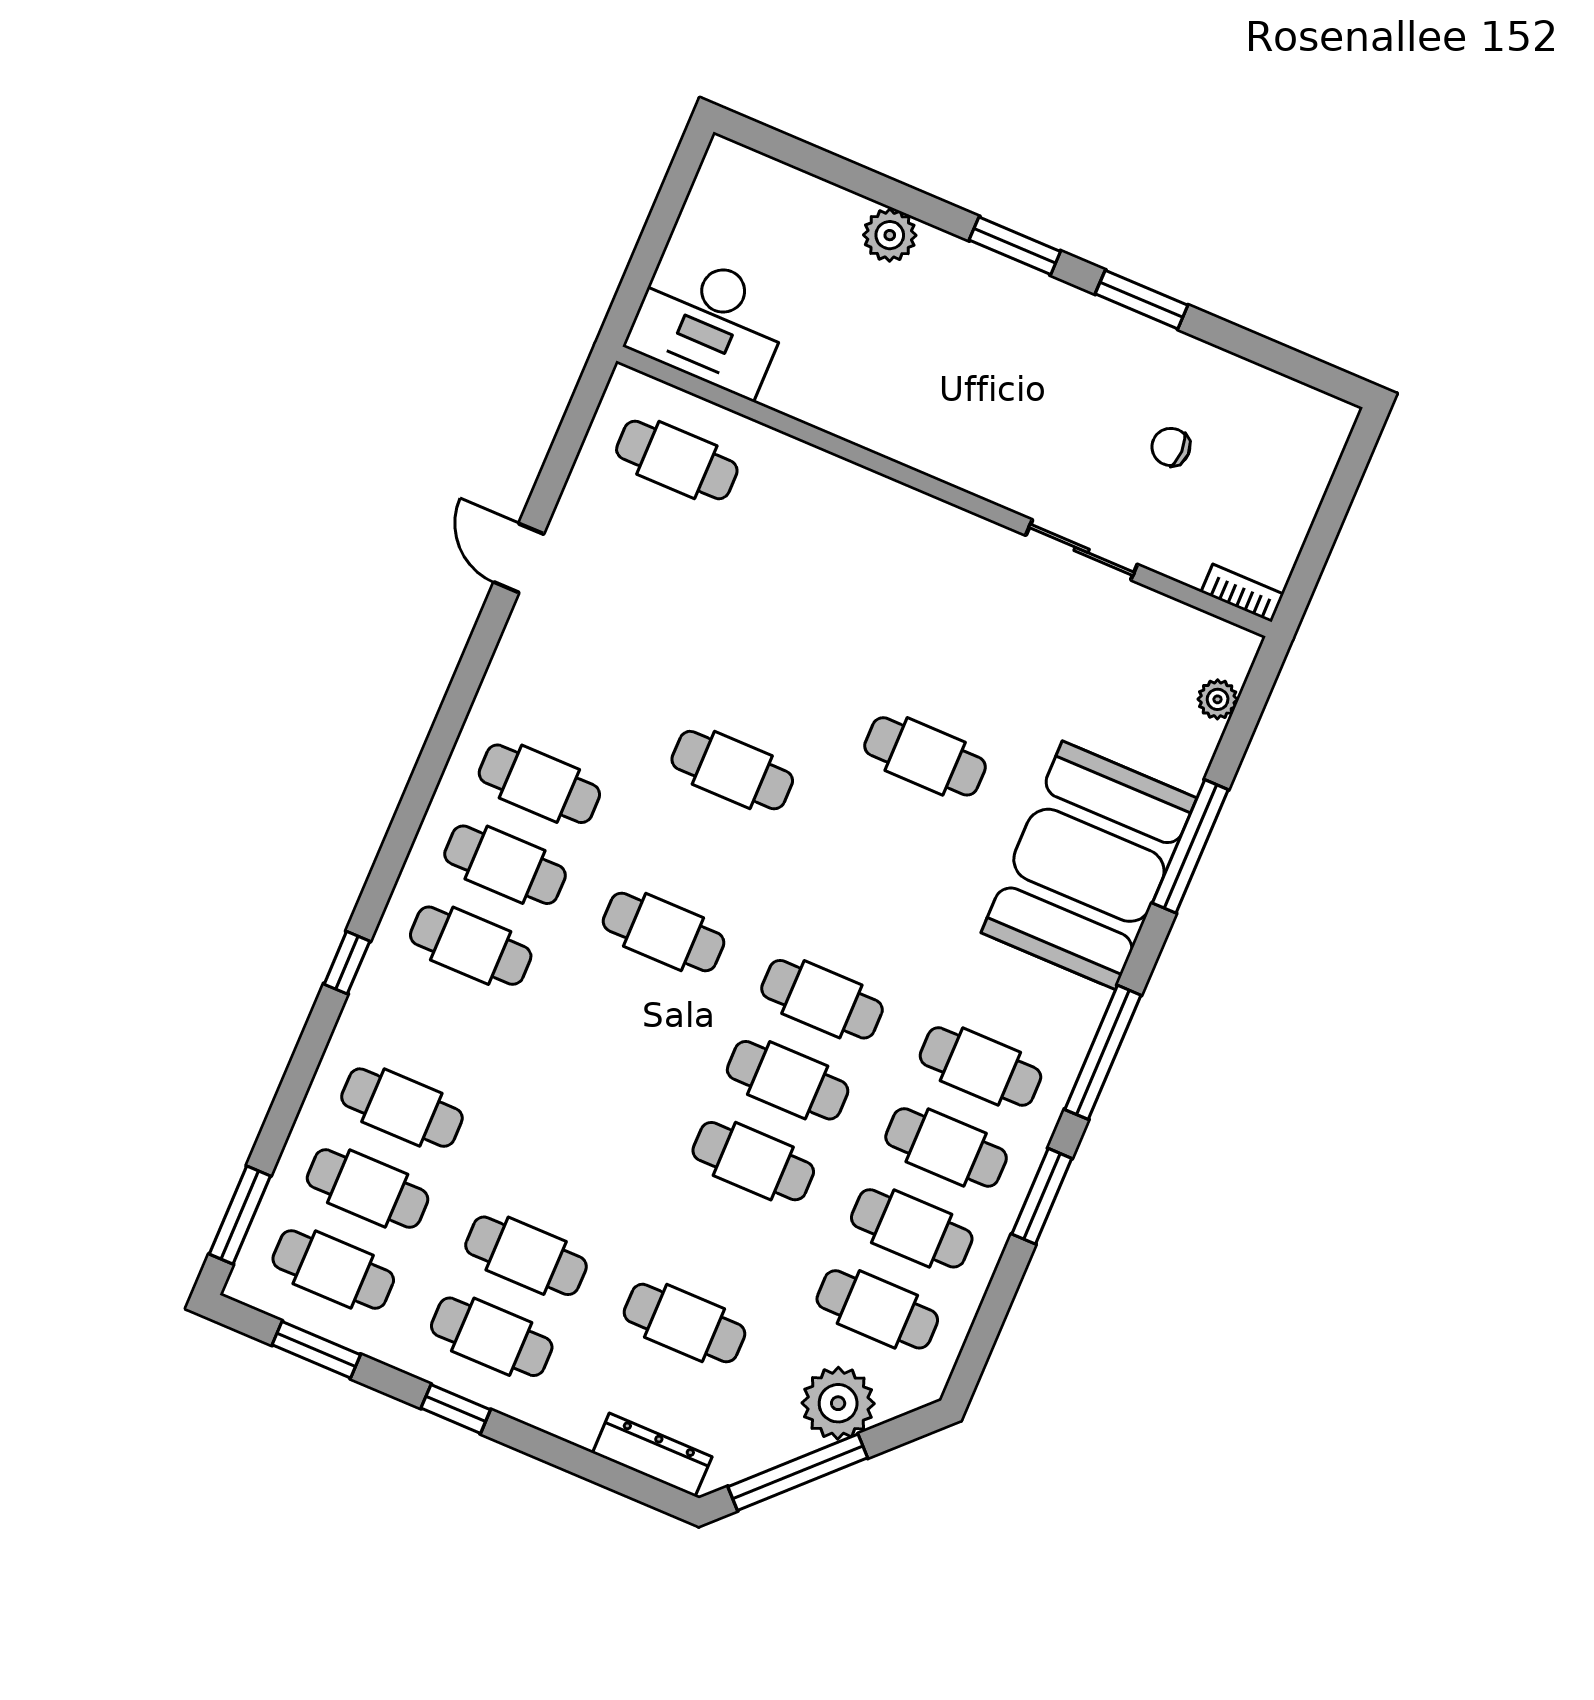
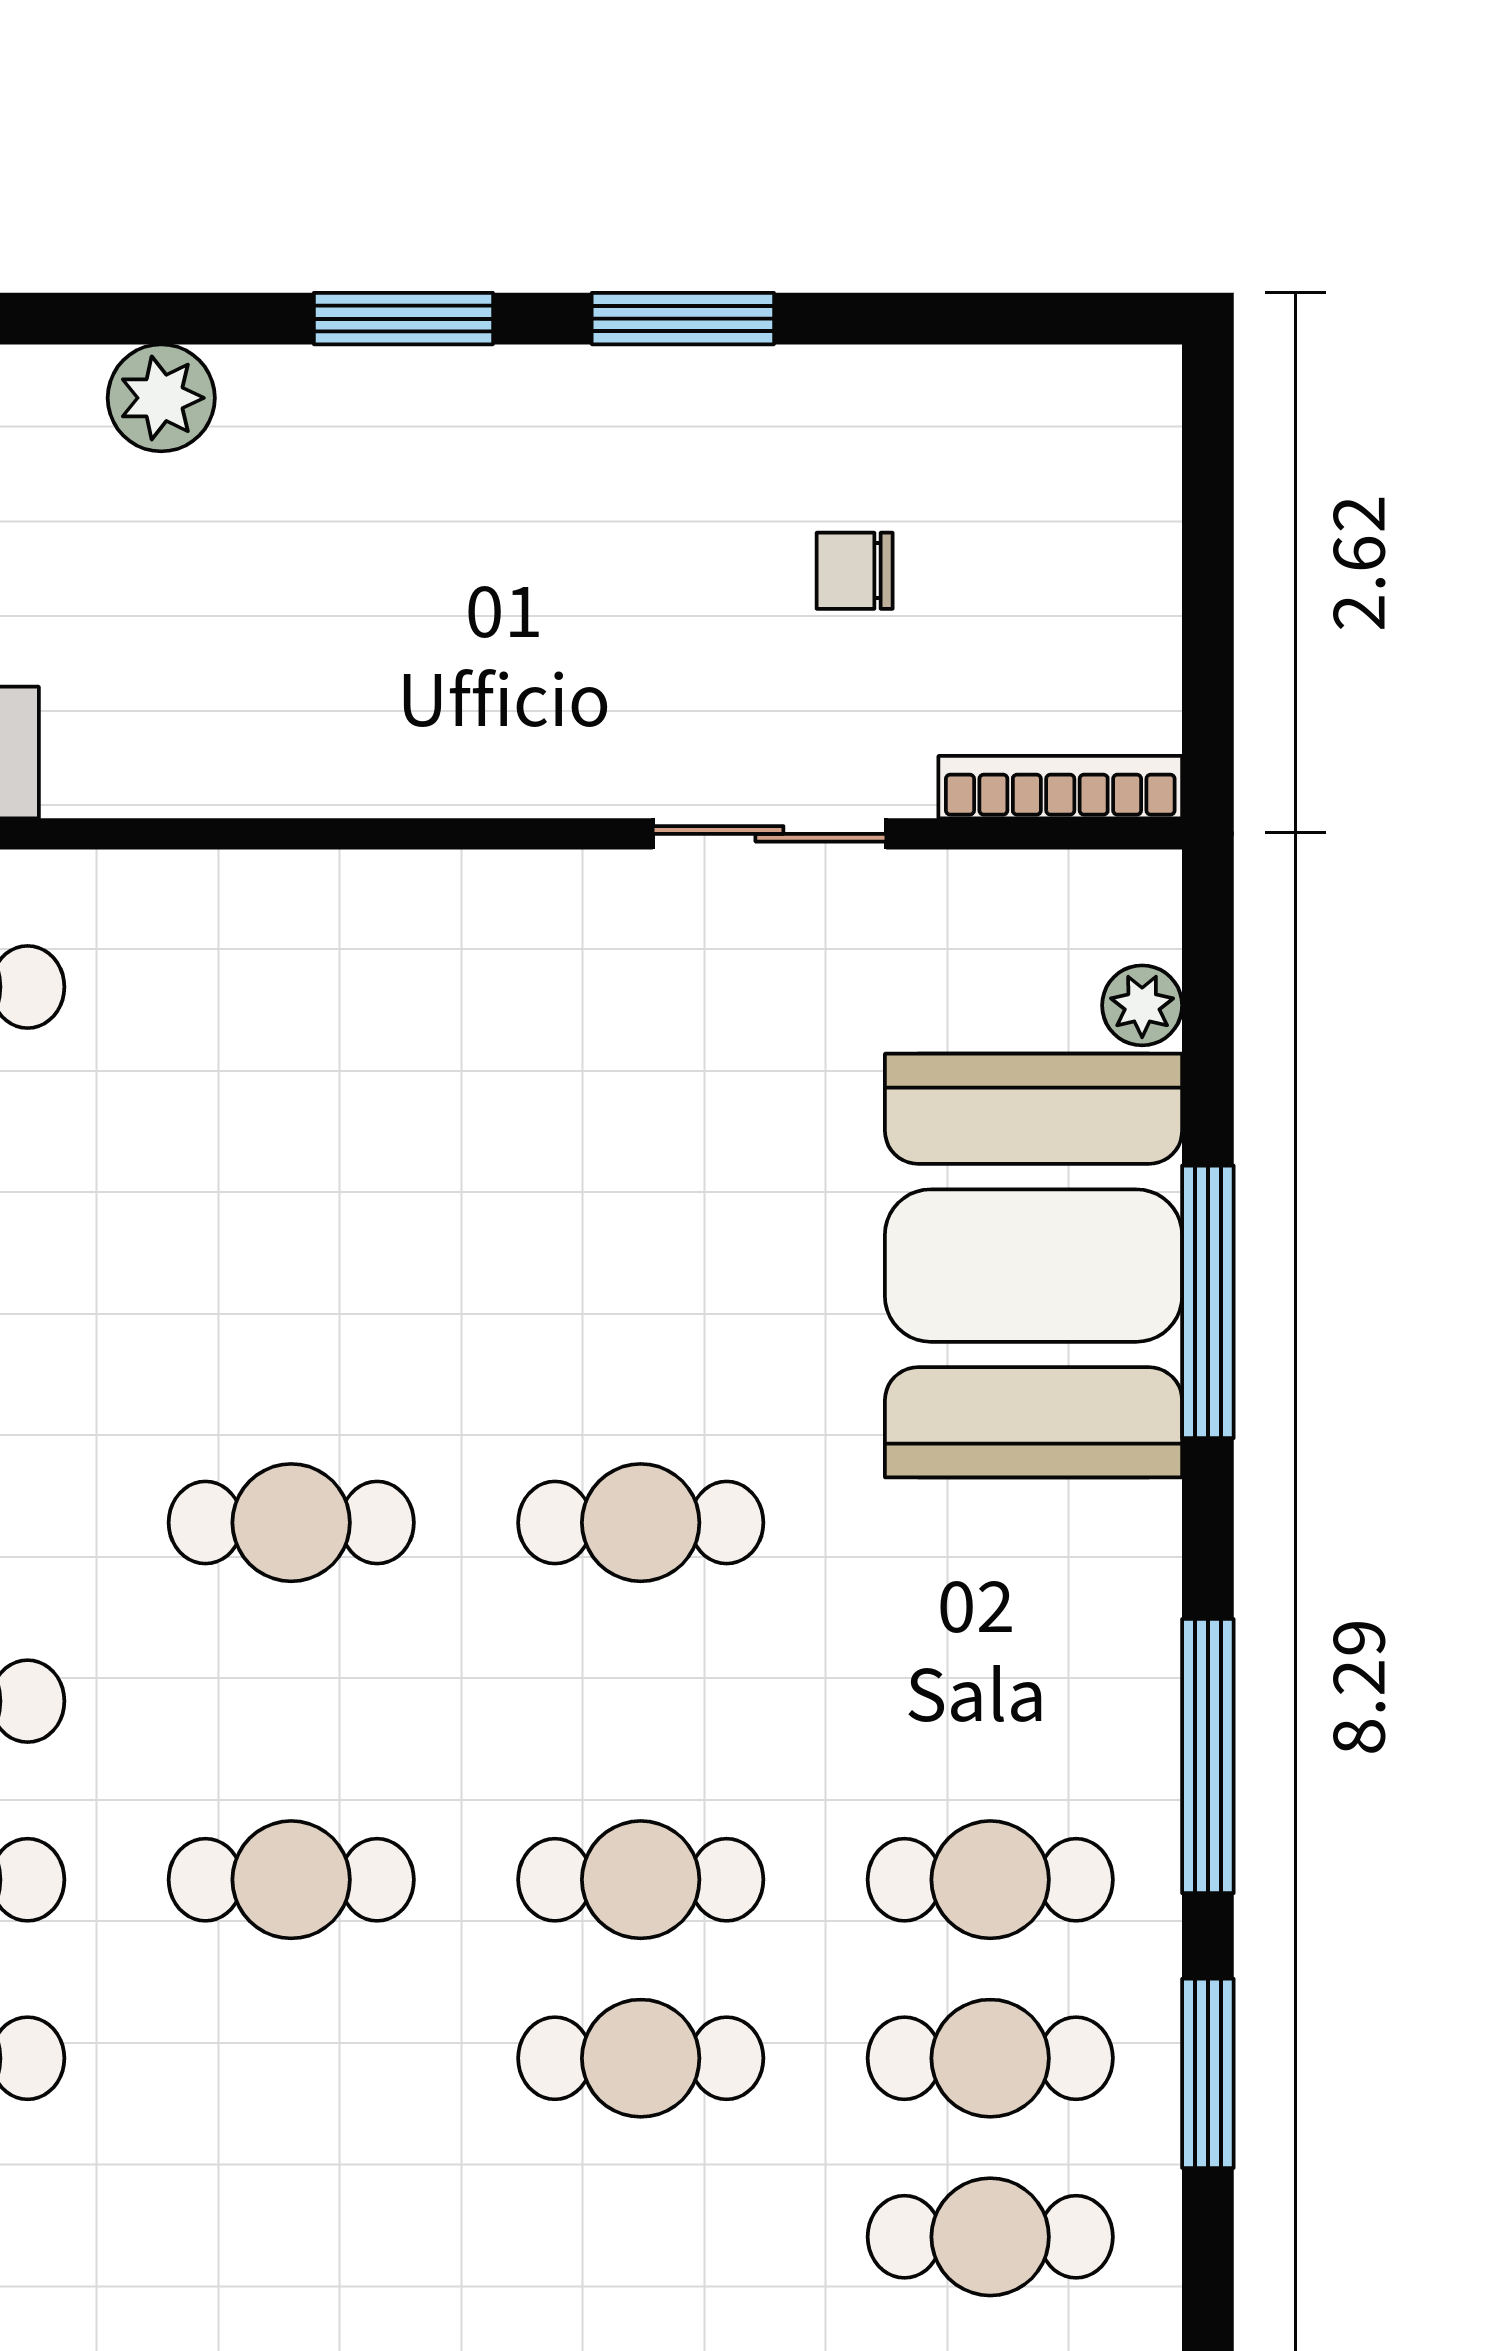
bookcase: (1242, 593) -> (1060, 787), width x1.56
cafe table: (925, 756) -> (641, 1523), moved
booth: (1089, 865) -> (1034, 1266), moved
cafe table: (753, 1161) -> (641, 2237), removed

